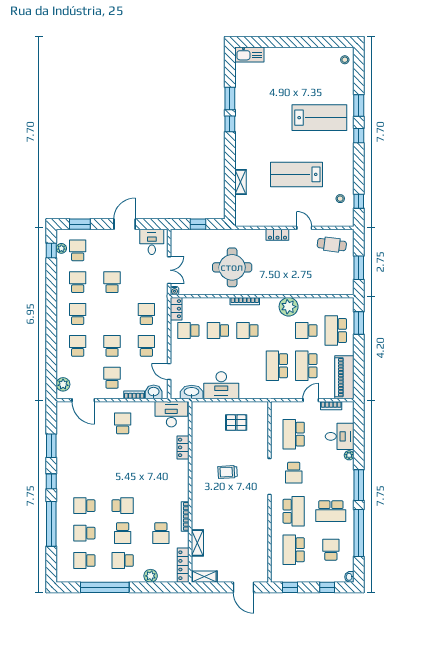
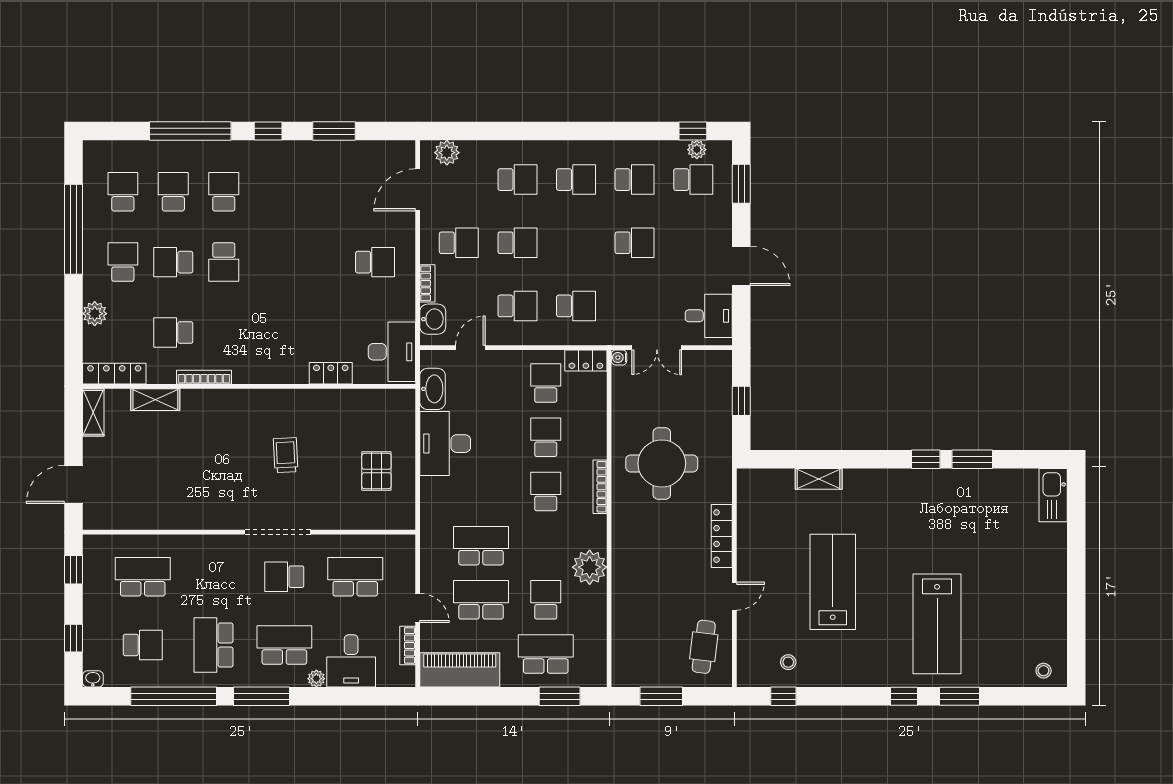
locker: (277, 235) -> (722, 536), width x1.53
school desk: (294, 511) -> (284, 645), moved, turned 180

